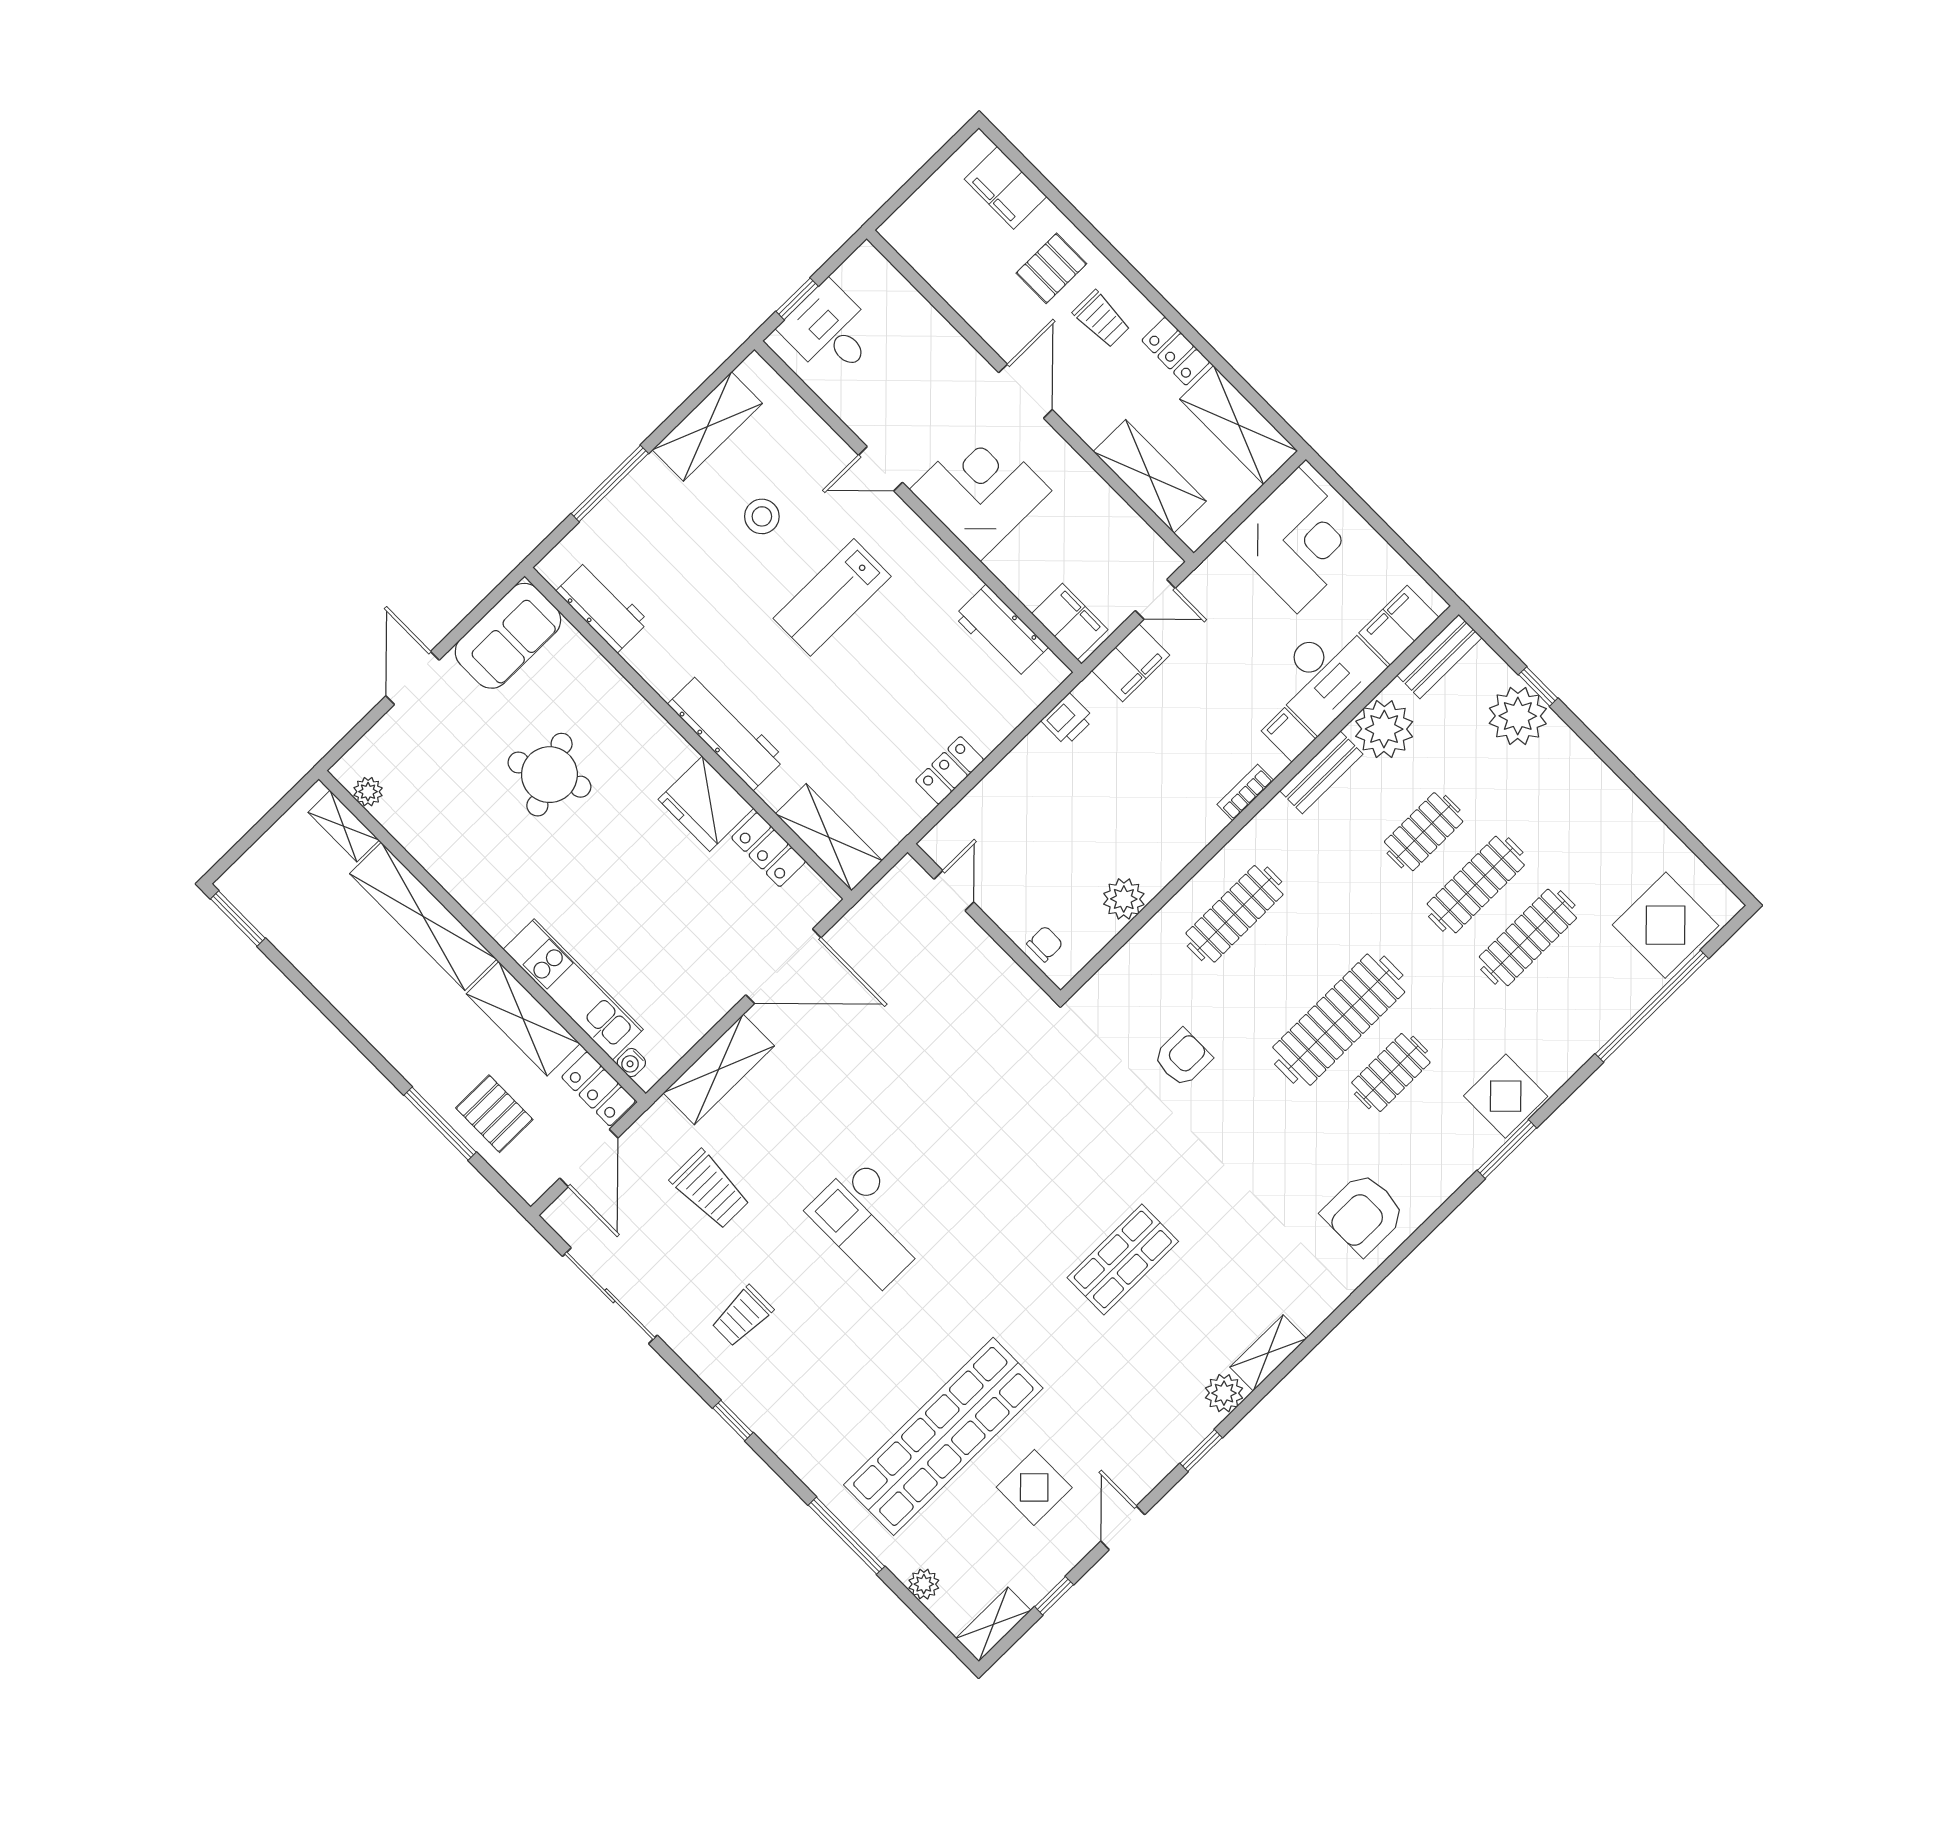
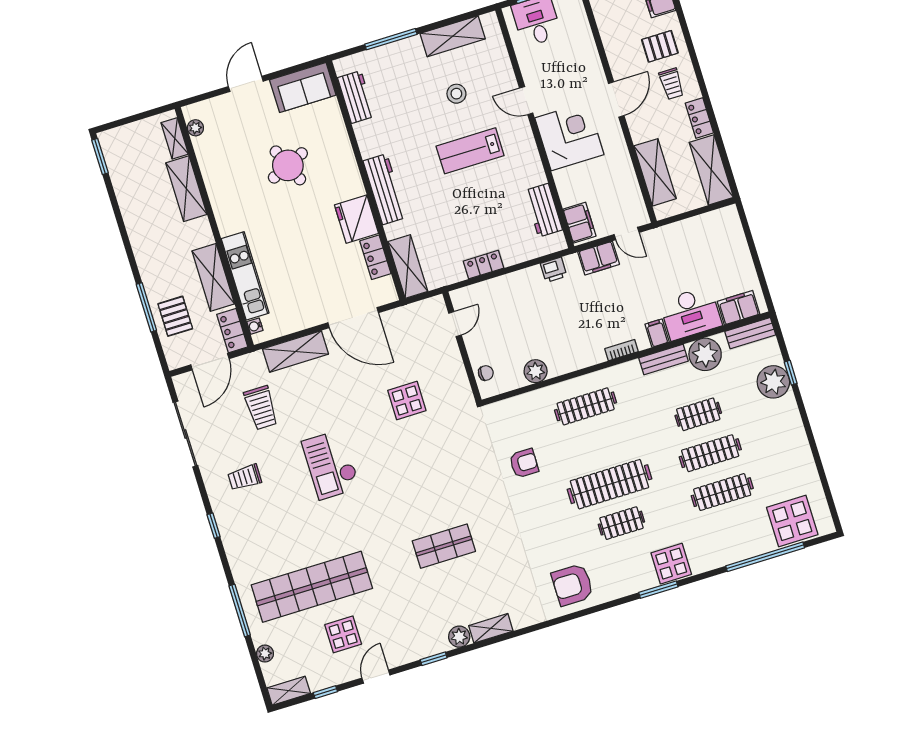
corner desk: (1298, 540) -> (711, 241), removed
shelving: (423, 916) -> (186, 189), width x0.68
display table: (940, 1055) -> (407, 400), added

